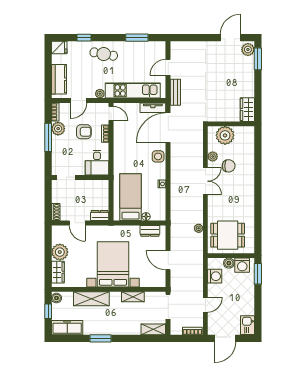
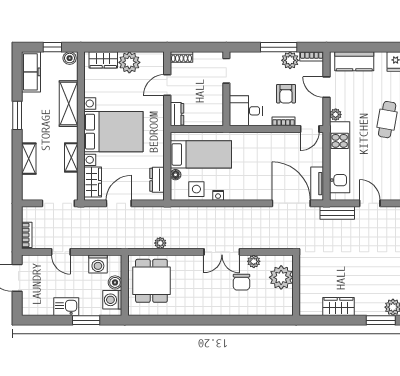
wardrobe: (247, 110) -> (338, 307), moved
side table: (158, 156) -> (196, 189), moved
window: (258, 274) -> (86, 320), moved
wardrobe: (152, 280) -> (93, 182), added
kitchen sink: (247, 325) -> (66, 307), moved
shelving: (153, 329) -> (29, 159), moved

